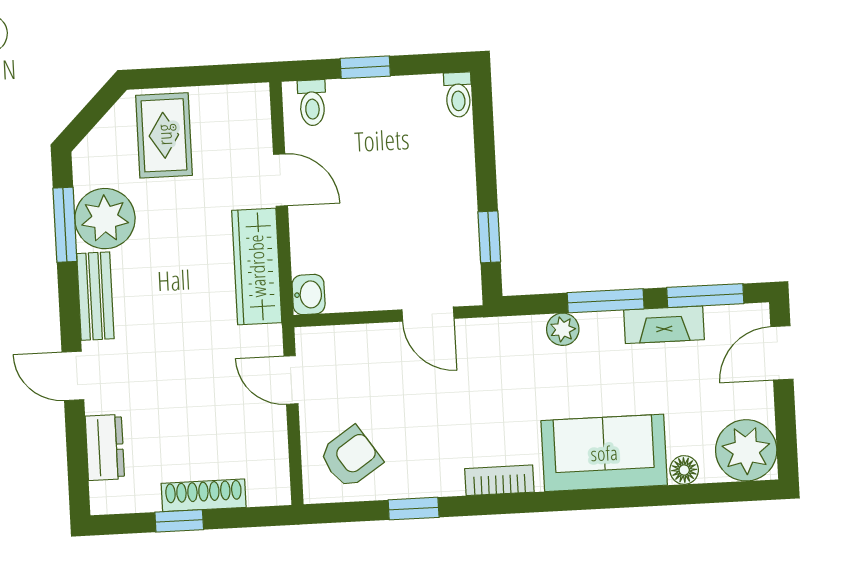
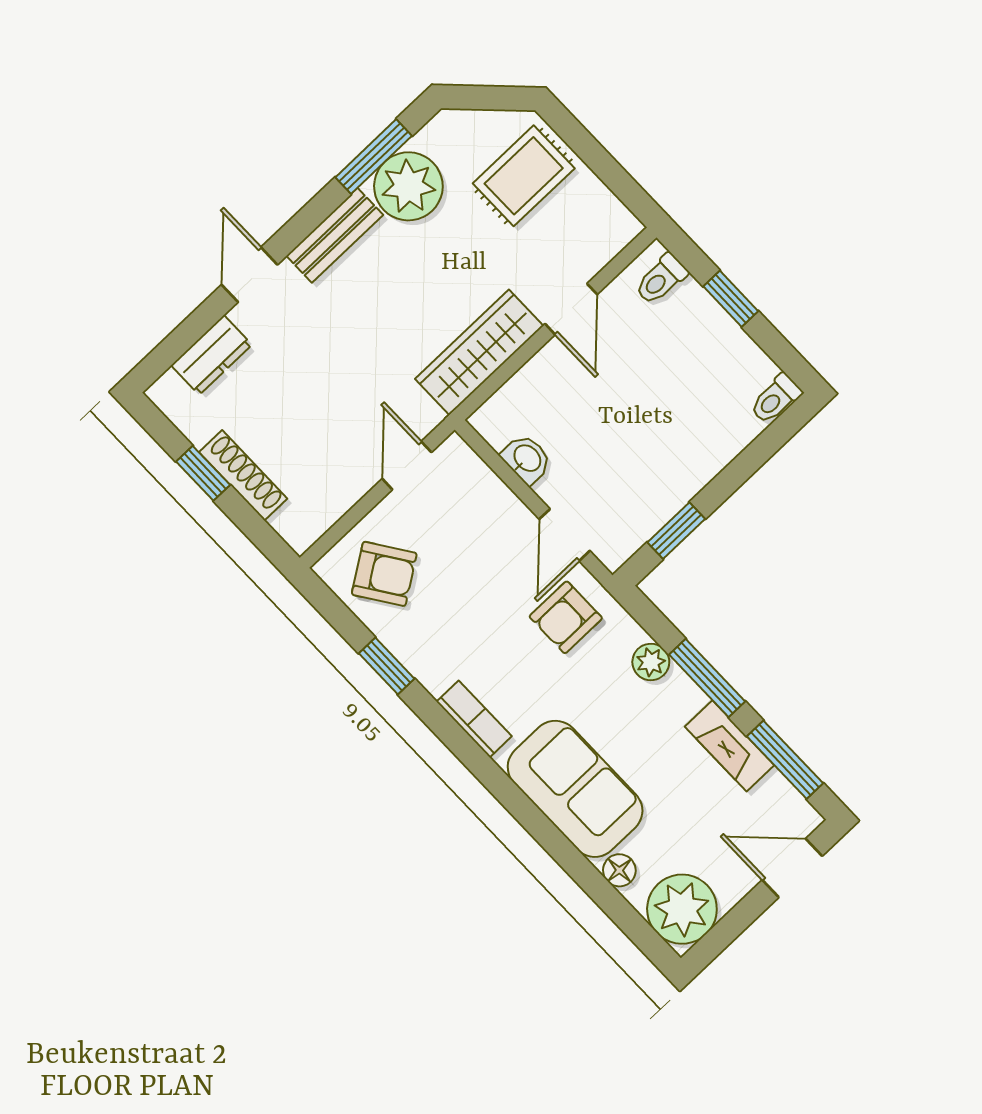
washbasin: (309, 295) -> (527, 459), moved, turned -90
armchair: (484, 361) -> (566, 617), added

